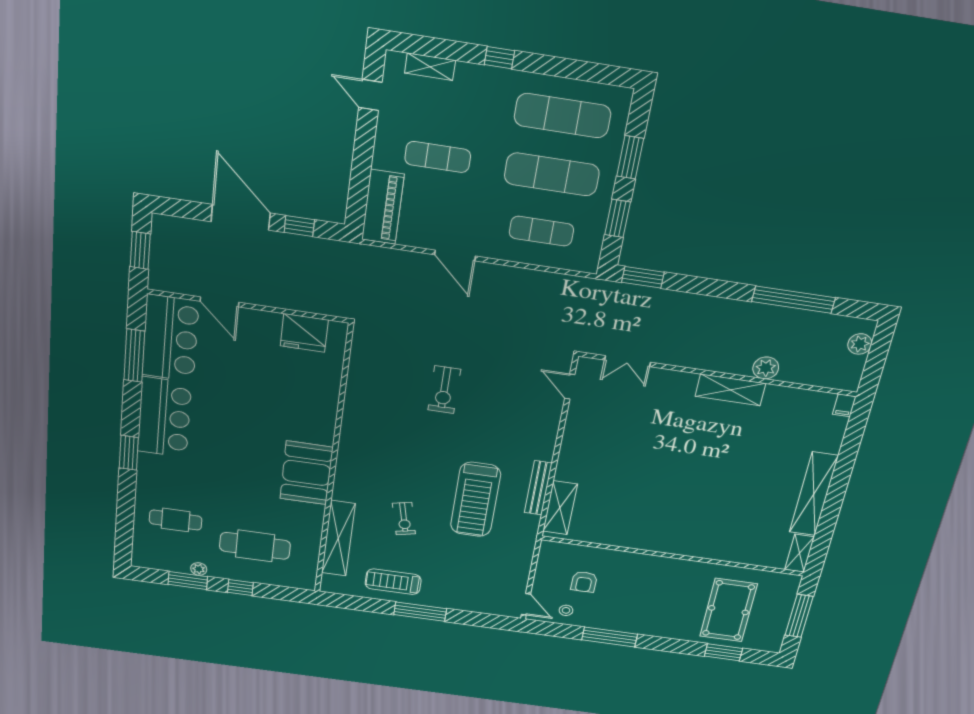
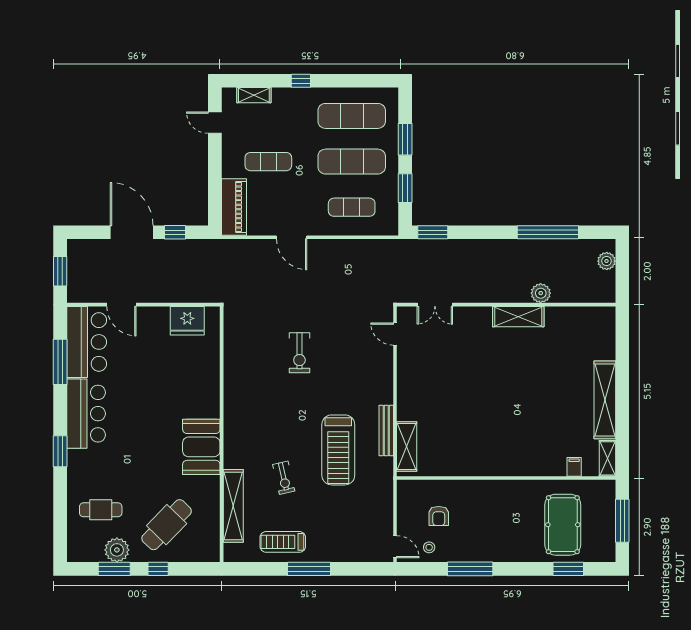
filing cabinet: (844, 405) -> (574, 467), moved, turned 180
cafe table: (255, 546) -> (167, 525), turned -46
plant: (199, 569) -> (117, 550), width x1.88, depth x1.88

